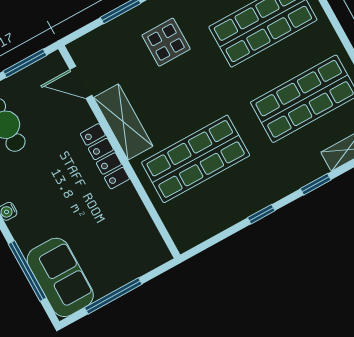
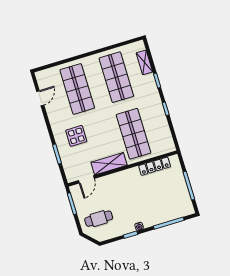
locker: (105, 156) -> (155, 166), moved
sofa: (60, 277) -> (175, 208), removed

